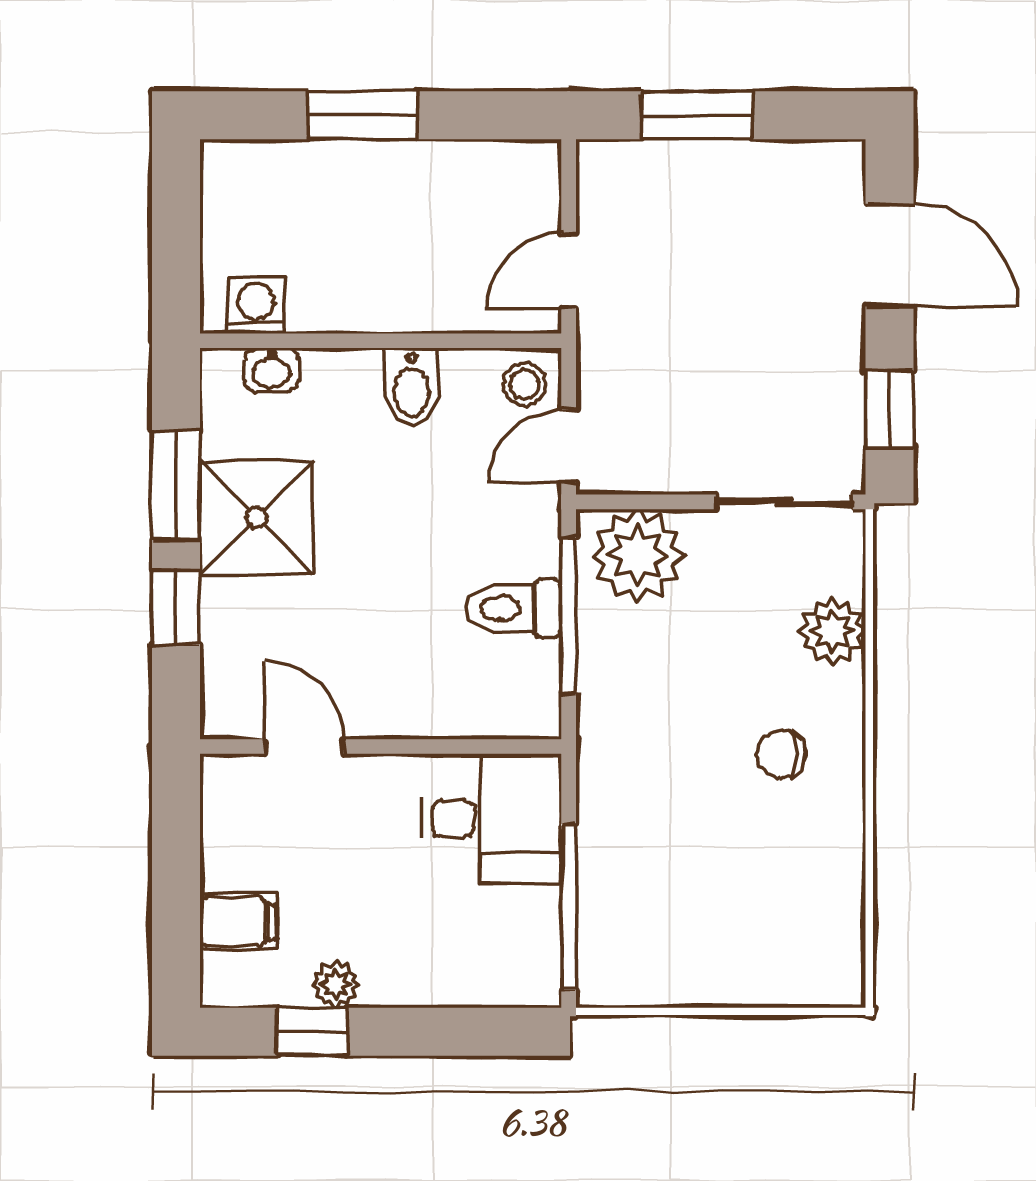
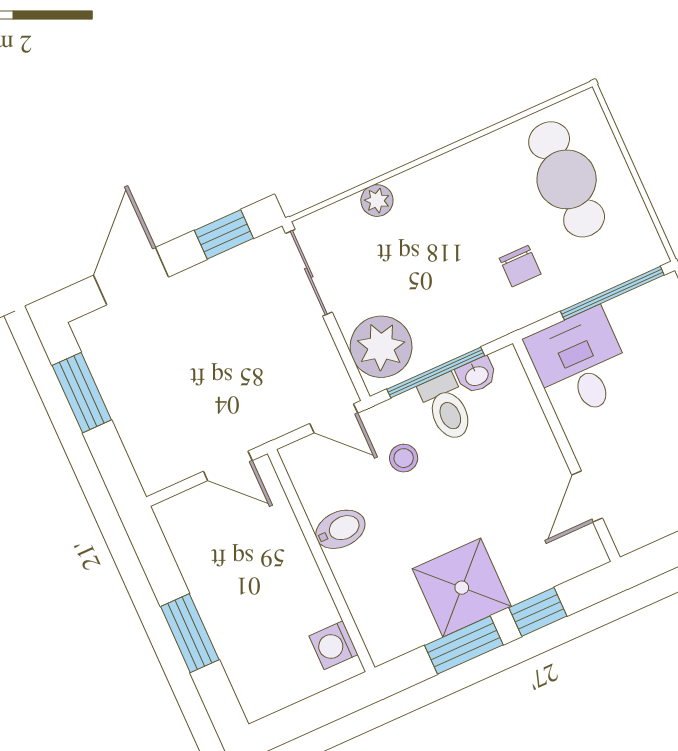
window: (697, 115) -> (82, 393), moved
washbasin: (272, 370) -> (477, 375), moved, turned 90
stool: (525, 384) -> (404, 458), moved
plant: (833, 631) -> (377, 201), width x0.73, depth x0.73
chair: (782, 754) -> (520, 266), moved
cafe table: (753, 914) -> (567, 179), added

